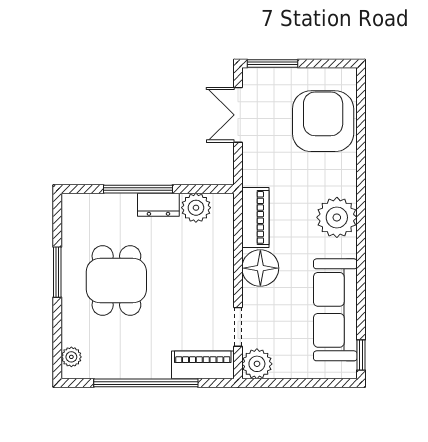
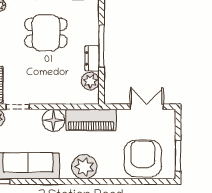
window: (272, 63) -> (178, 156), moved
armchair: (323, 121) -> (143, 158), turned -90
piano: (255, 217) -> (91, 120), width x1.37, depth x1.33

